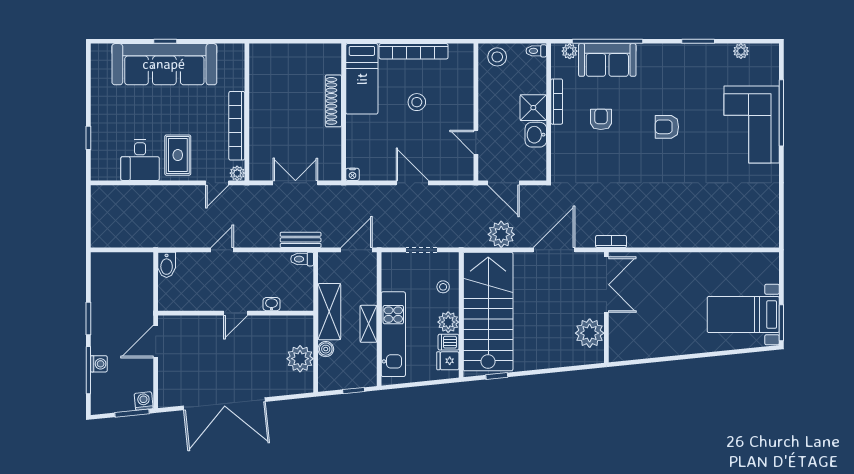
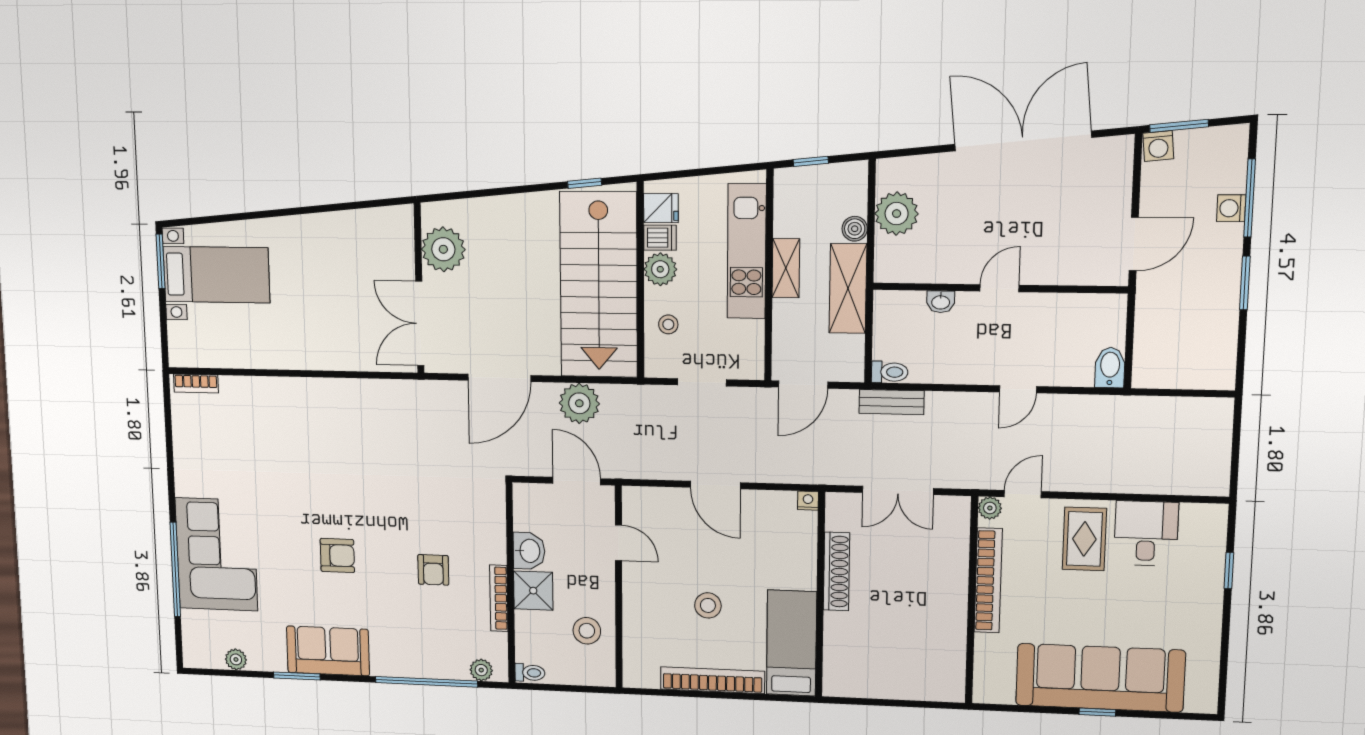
stool: (497, 57) -> (587, 631), moved
sofa: (607, 60) -> (328, 651), moved
shoe rack: (333, 101) -> (837, 571), moved
bookcase: (611, 241) -> (196, 384), moved

